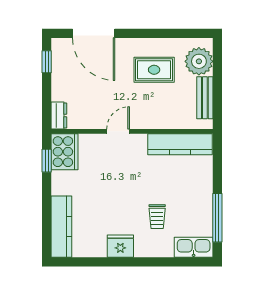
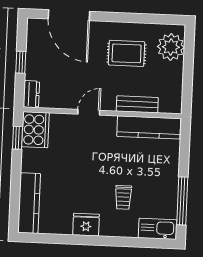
window: (47, 62) -> (21, 62), moved
bench: (205, 98) -> (137, 104), moved, turned 90

